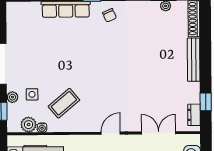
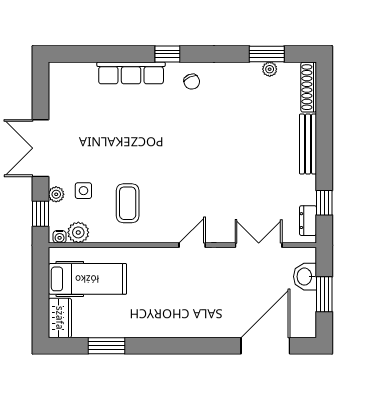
coffee table: (64, 103) -> (128, 203), turned -50
water cooler: (42, 128) -> (60, 237), moved

